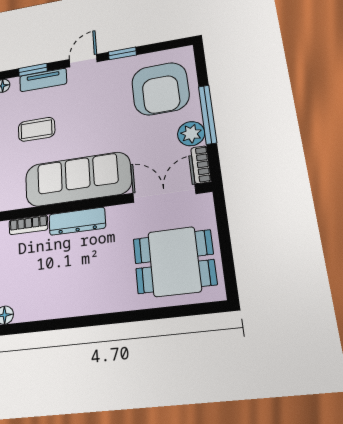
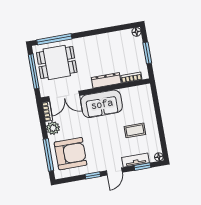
armchair: (160, 89) -> (71, 154), turned 91
window: (207, 114) -> (48, 155), moved
sofa: (78, 179) -> (102, 104), width x0.73
window: (225, 245) -> (34, 71), added
window: (176, 311) -> (54, 39), added

